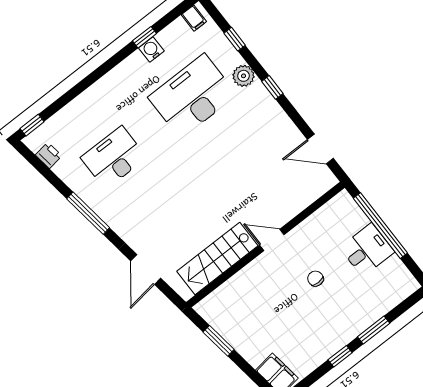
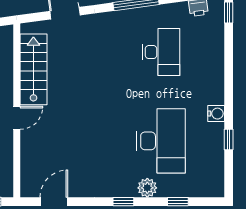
filing cabinet: (194, 18) -> (215, 185), removed
water cooler: (151, 50) -> (216, 114), moved

